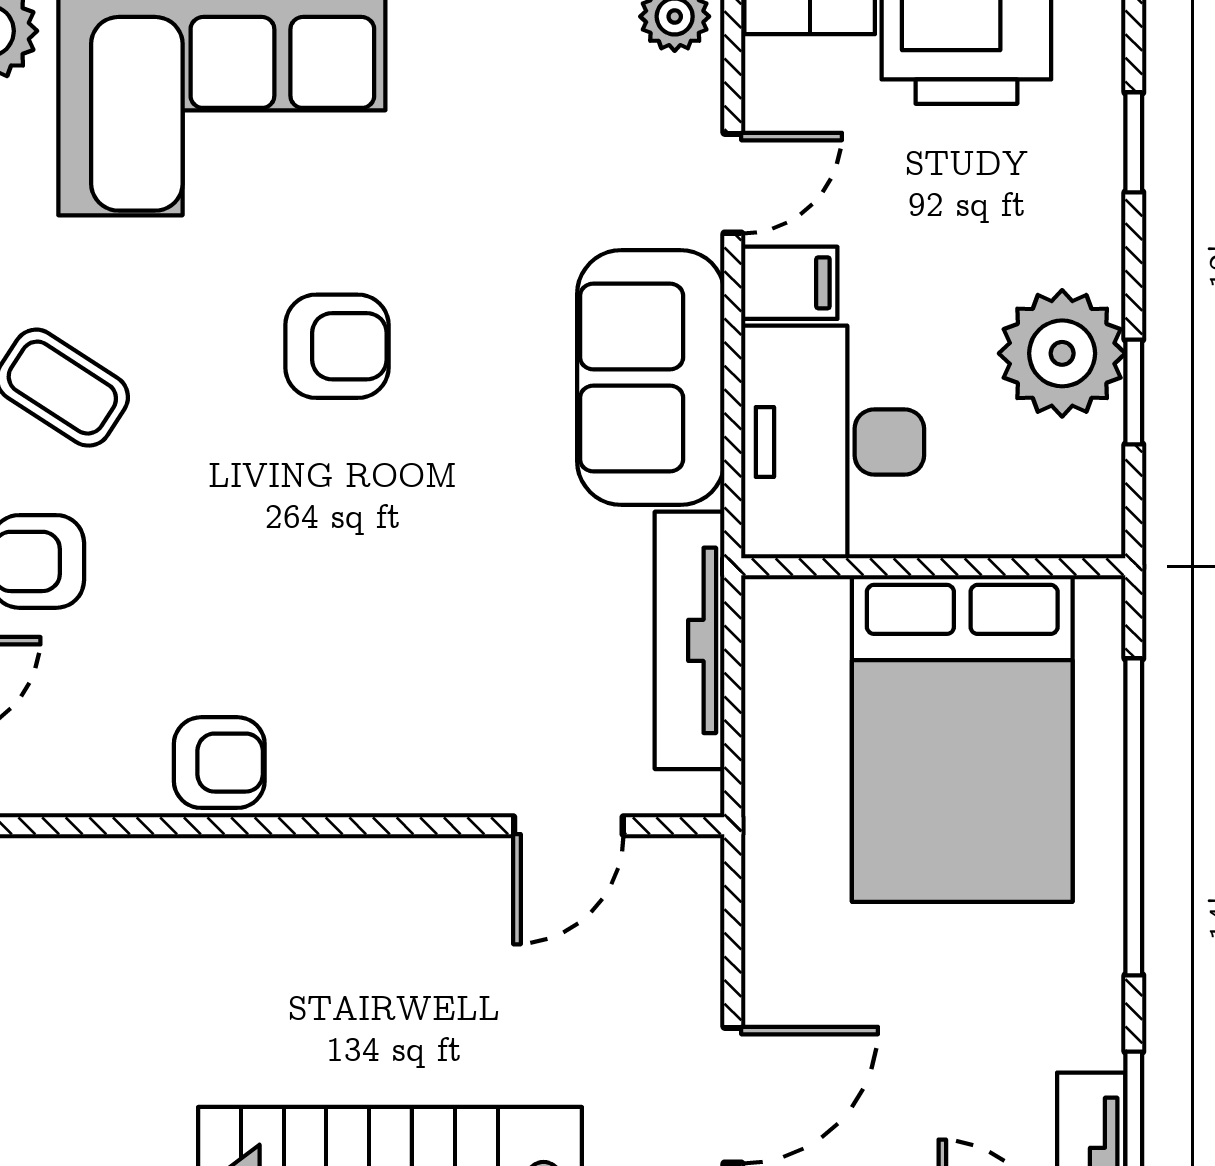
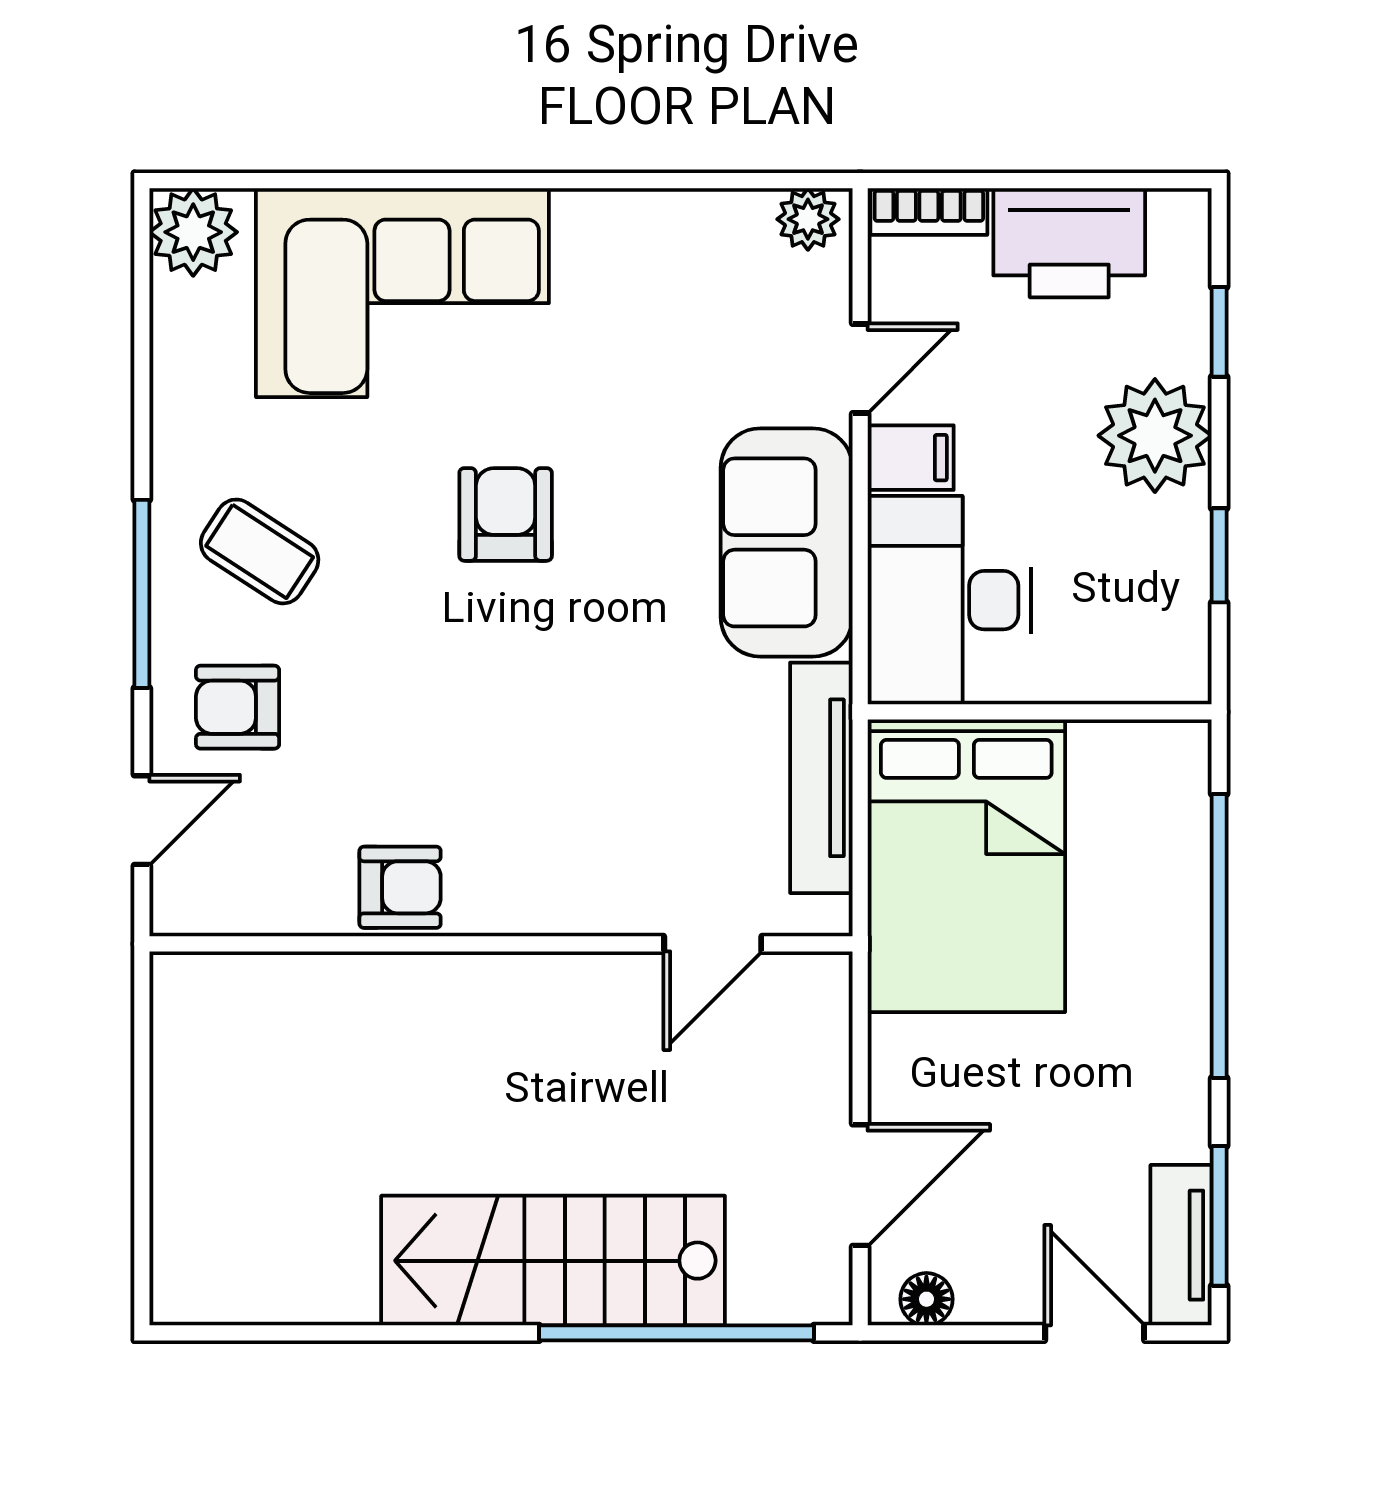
armchair: (337, 346) -> (506, 514), turned -90
plant: (1062, 353) -> (1155, 436), moved
bed: (962, 738) -> (966, 866), moved

